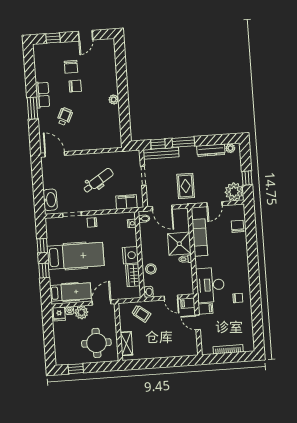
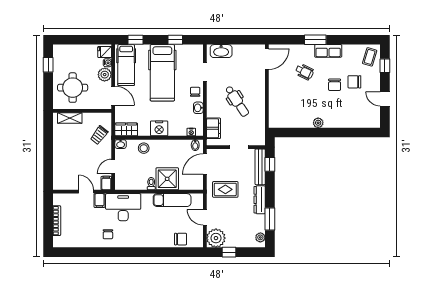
coffee table: (45, 54) -> (370, 57), added
window: (183, 142) -> (270, 219), moved
dresser: (211, 150) -> (260, 200), moved
washbasin: (107, 218) -> (198, 108), added
window: (44, 271) -> (136, 40), moved
wardrobe: (133, 275) -> (126, 129), moved
door: (198, 322) -> (86, 192), hinge flipped

